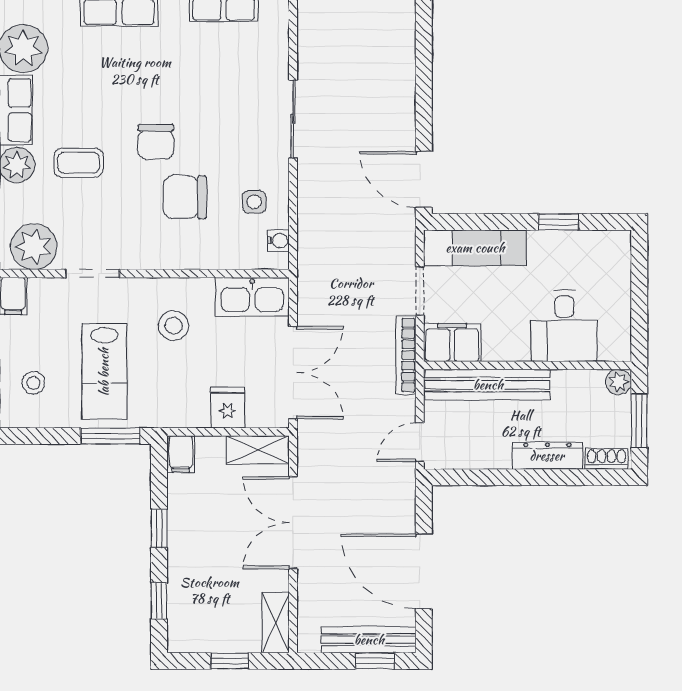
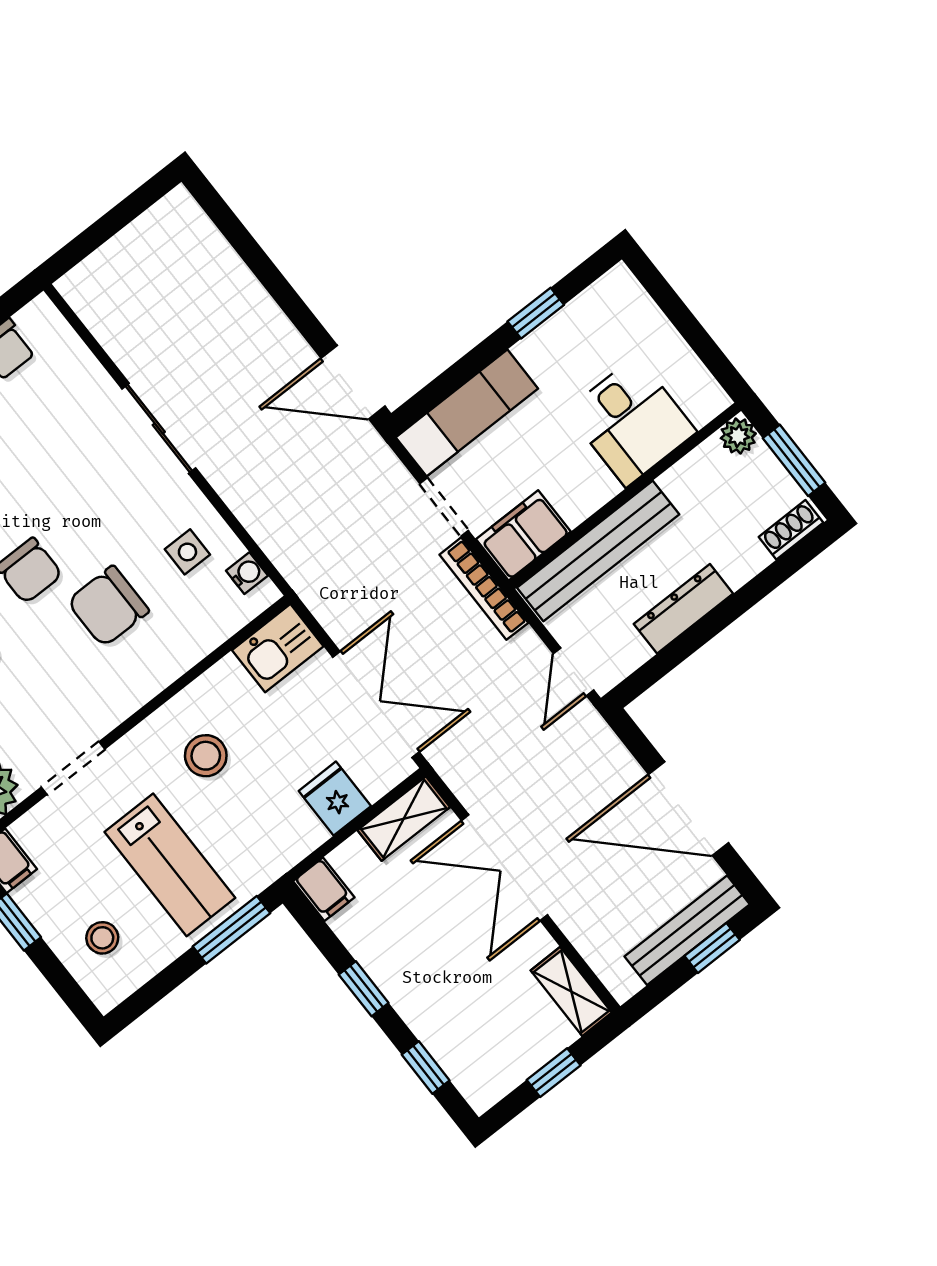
kitchen sink: (252, 297) -> (278, 648), width x0.73
dresser: (547, 456) -> (683, 609), moved

